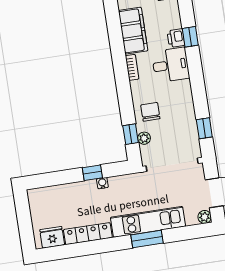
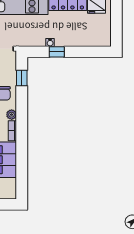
plant: (144, 138) -> (12, 115), moved

